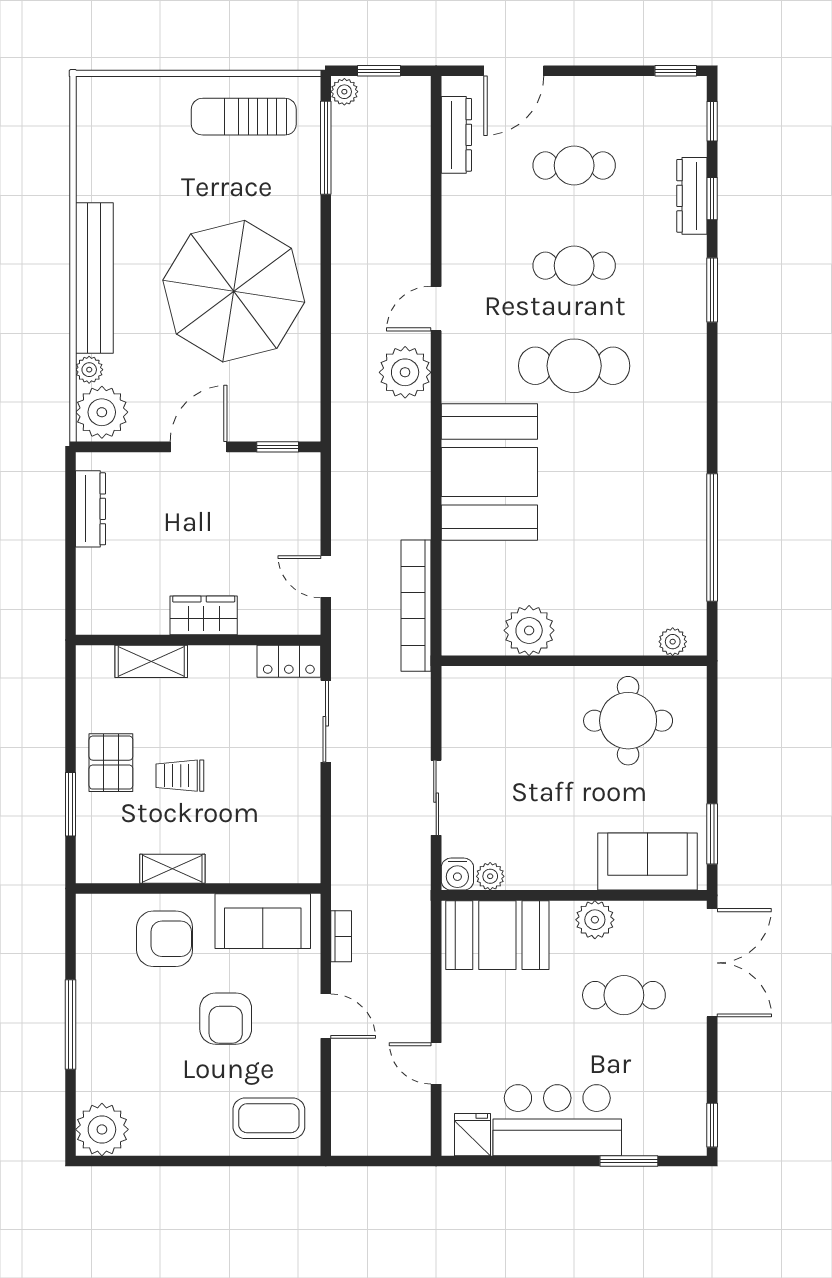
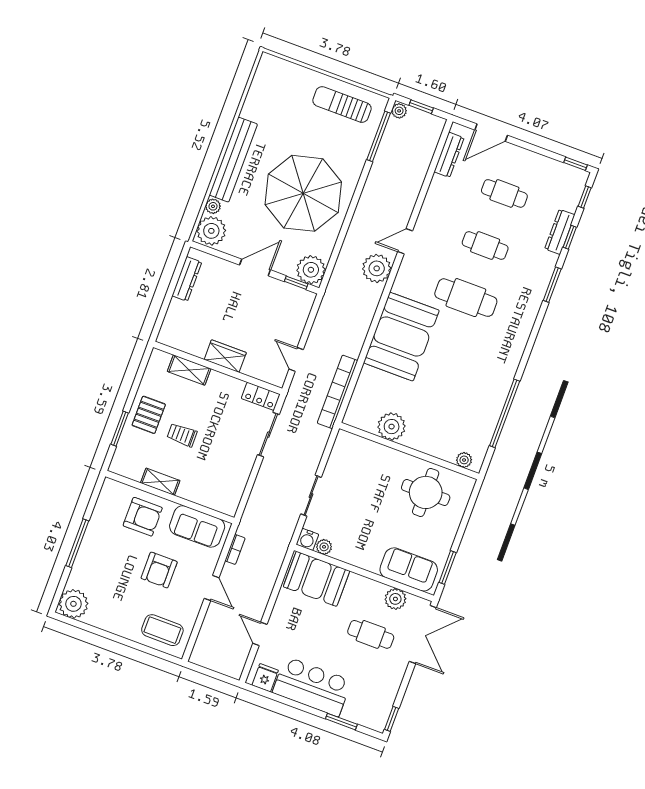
plant: (295, 416) -> (311, 270), added
plant: (595, 920) -> (395, 599), moved

